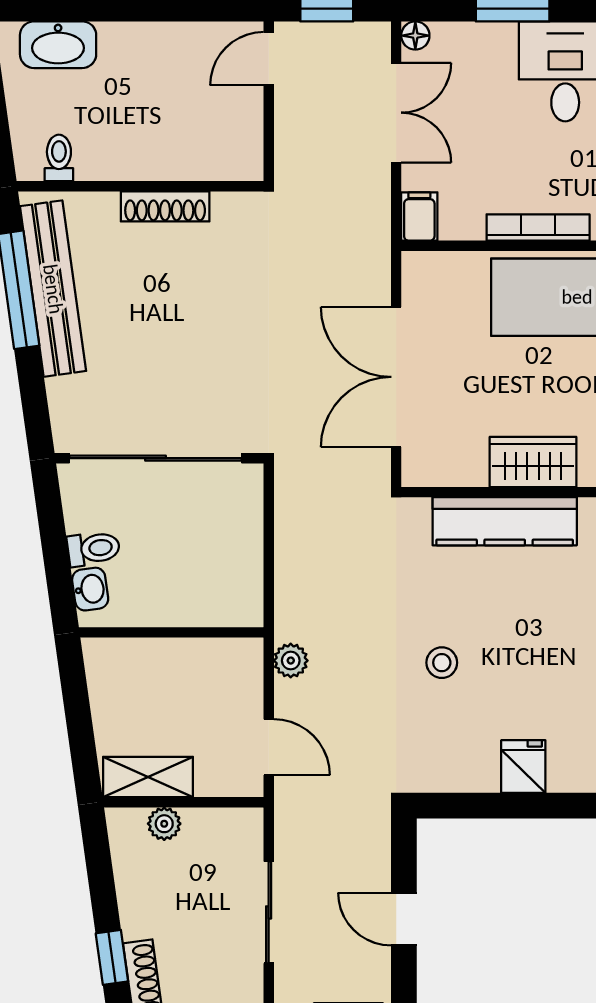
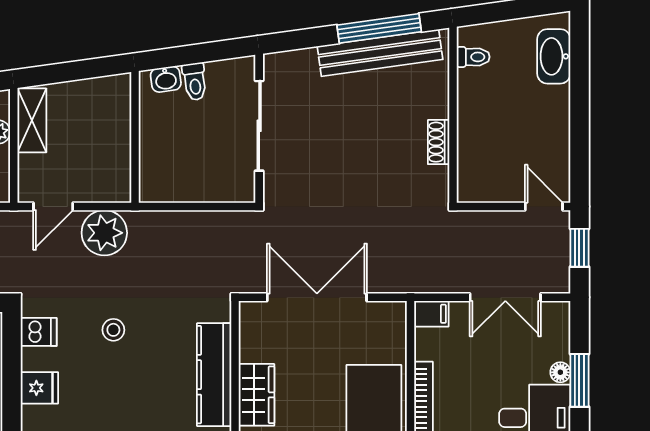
floor lamp: (415, 36) -> (560, 372), moved
shoe rack: (165, 206) -> (439, 142), width x0.70
sliding door: (156, 458) -> (259, 126), width x0.73
plant: (291, 661) -> (104, 233), width x1.88, depth x1.88
dishwasher: (445, 768) -> (39, 332), added

